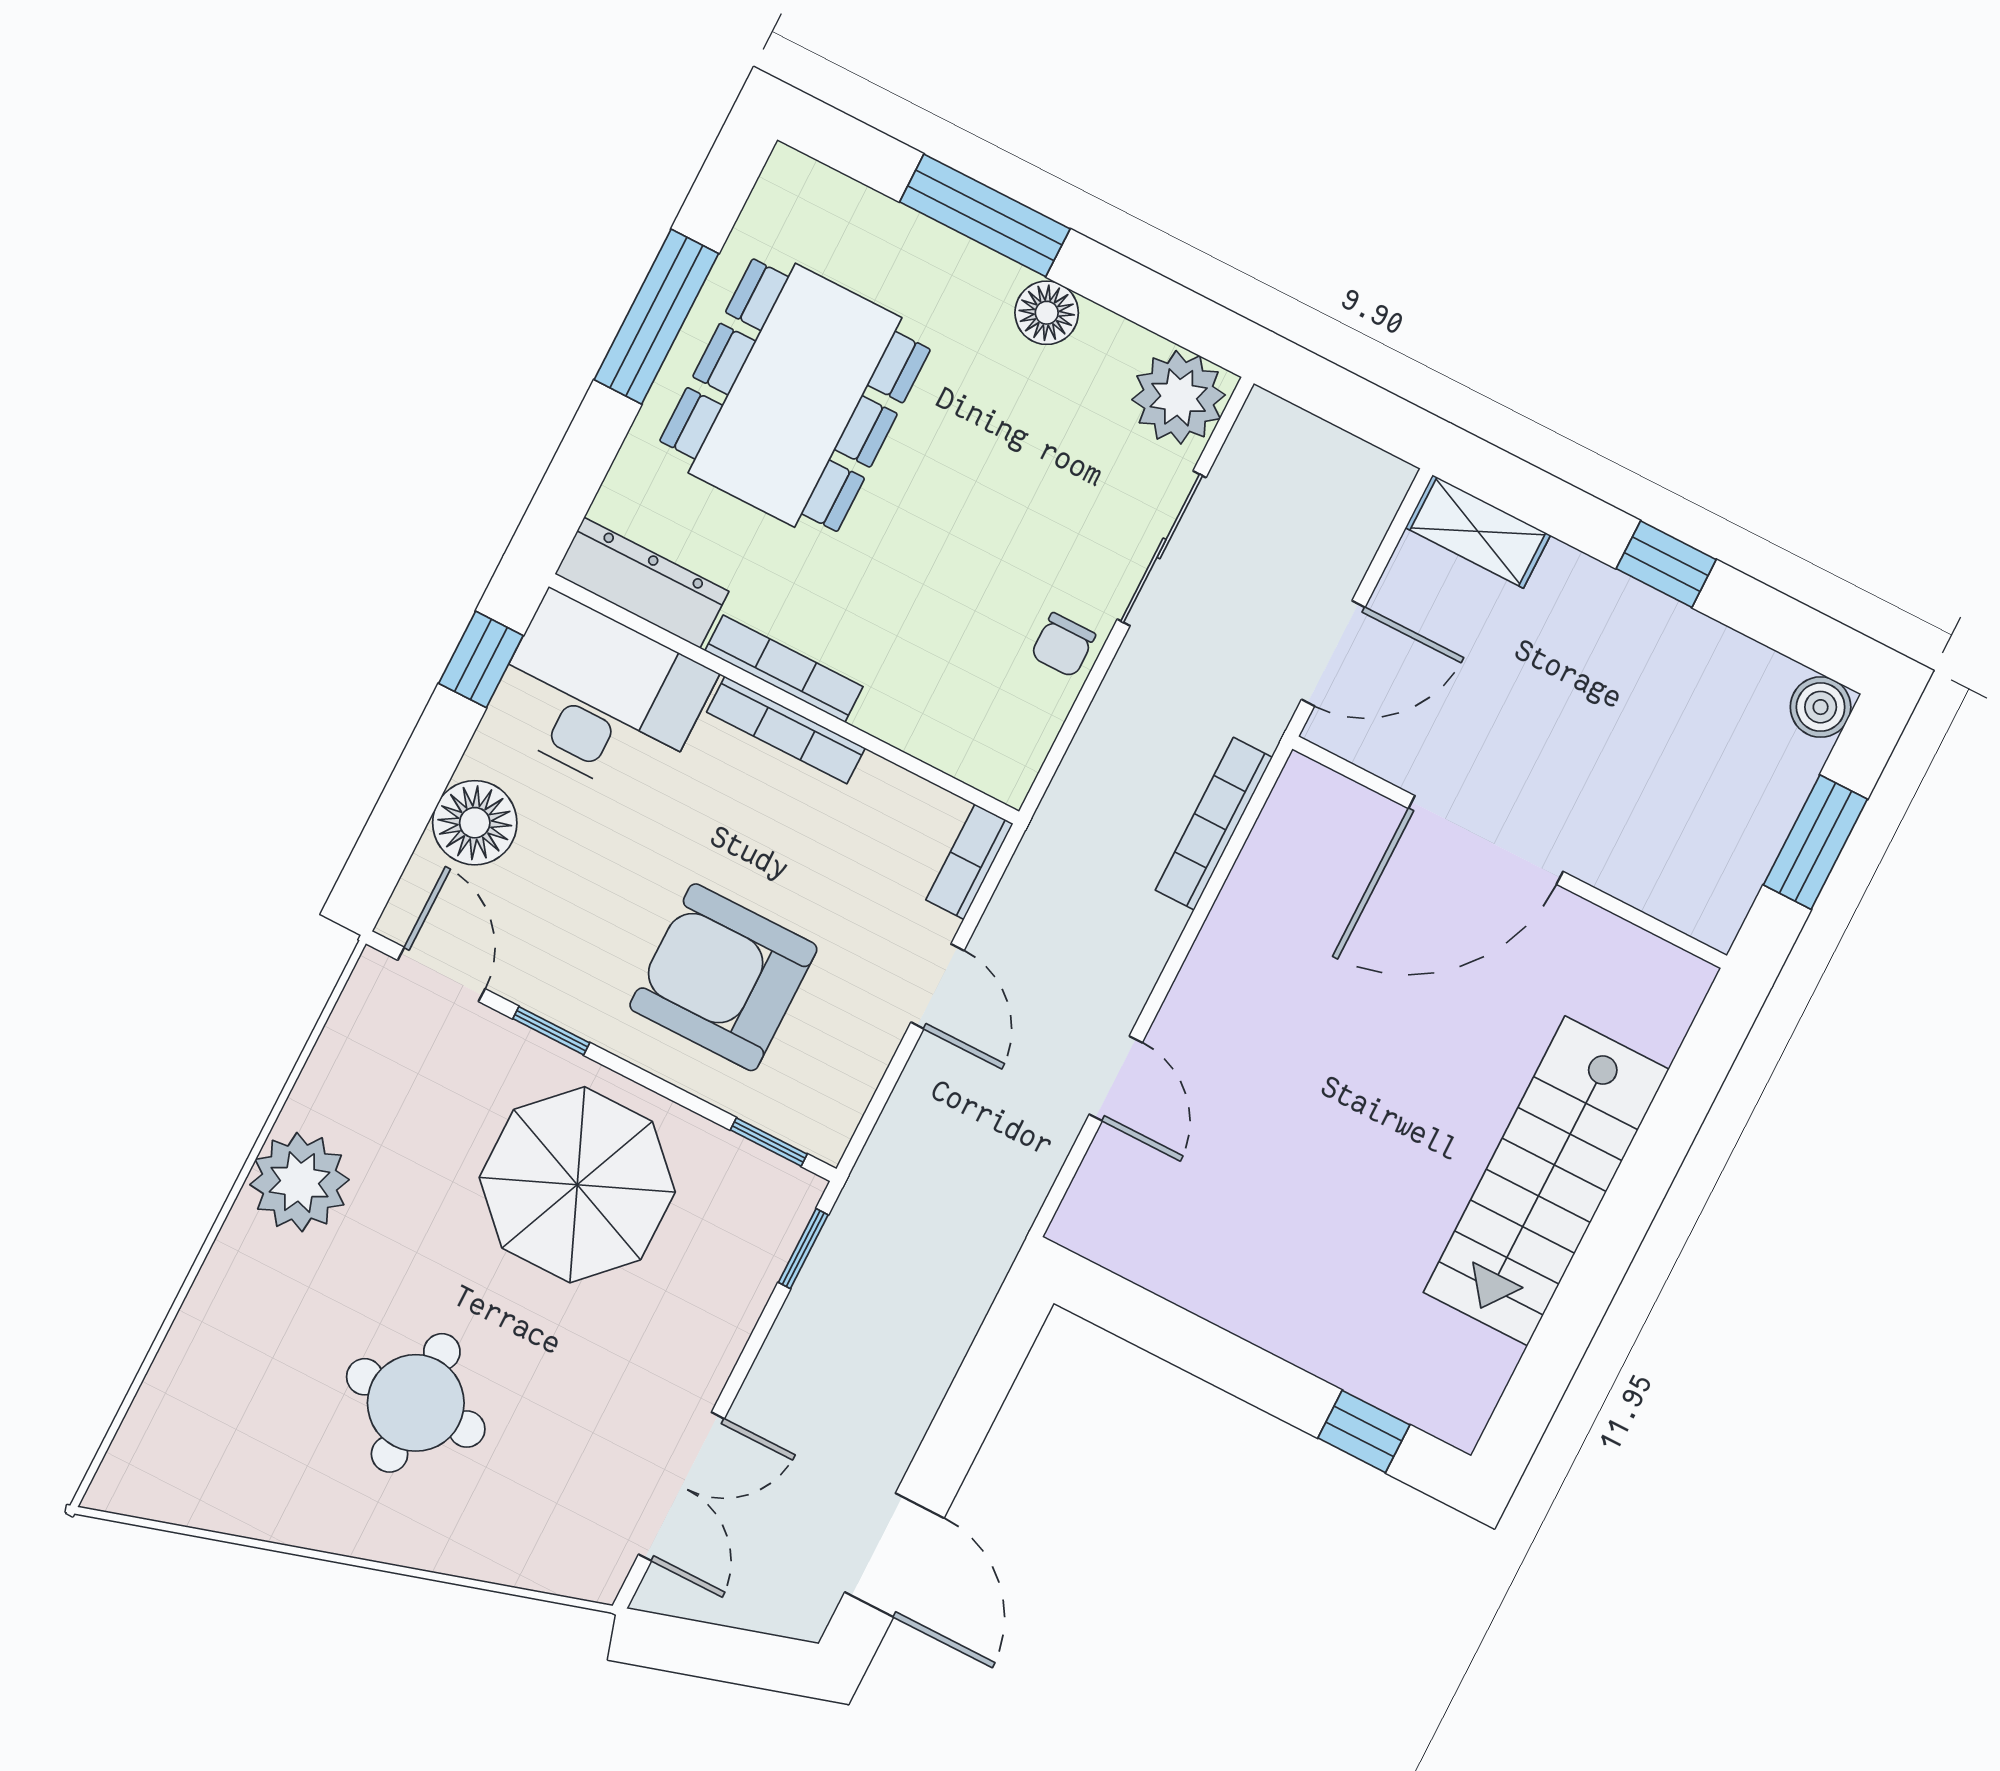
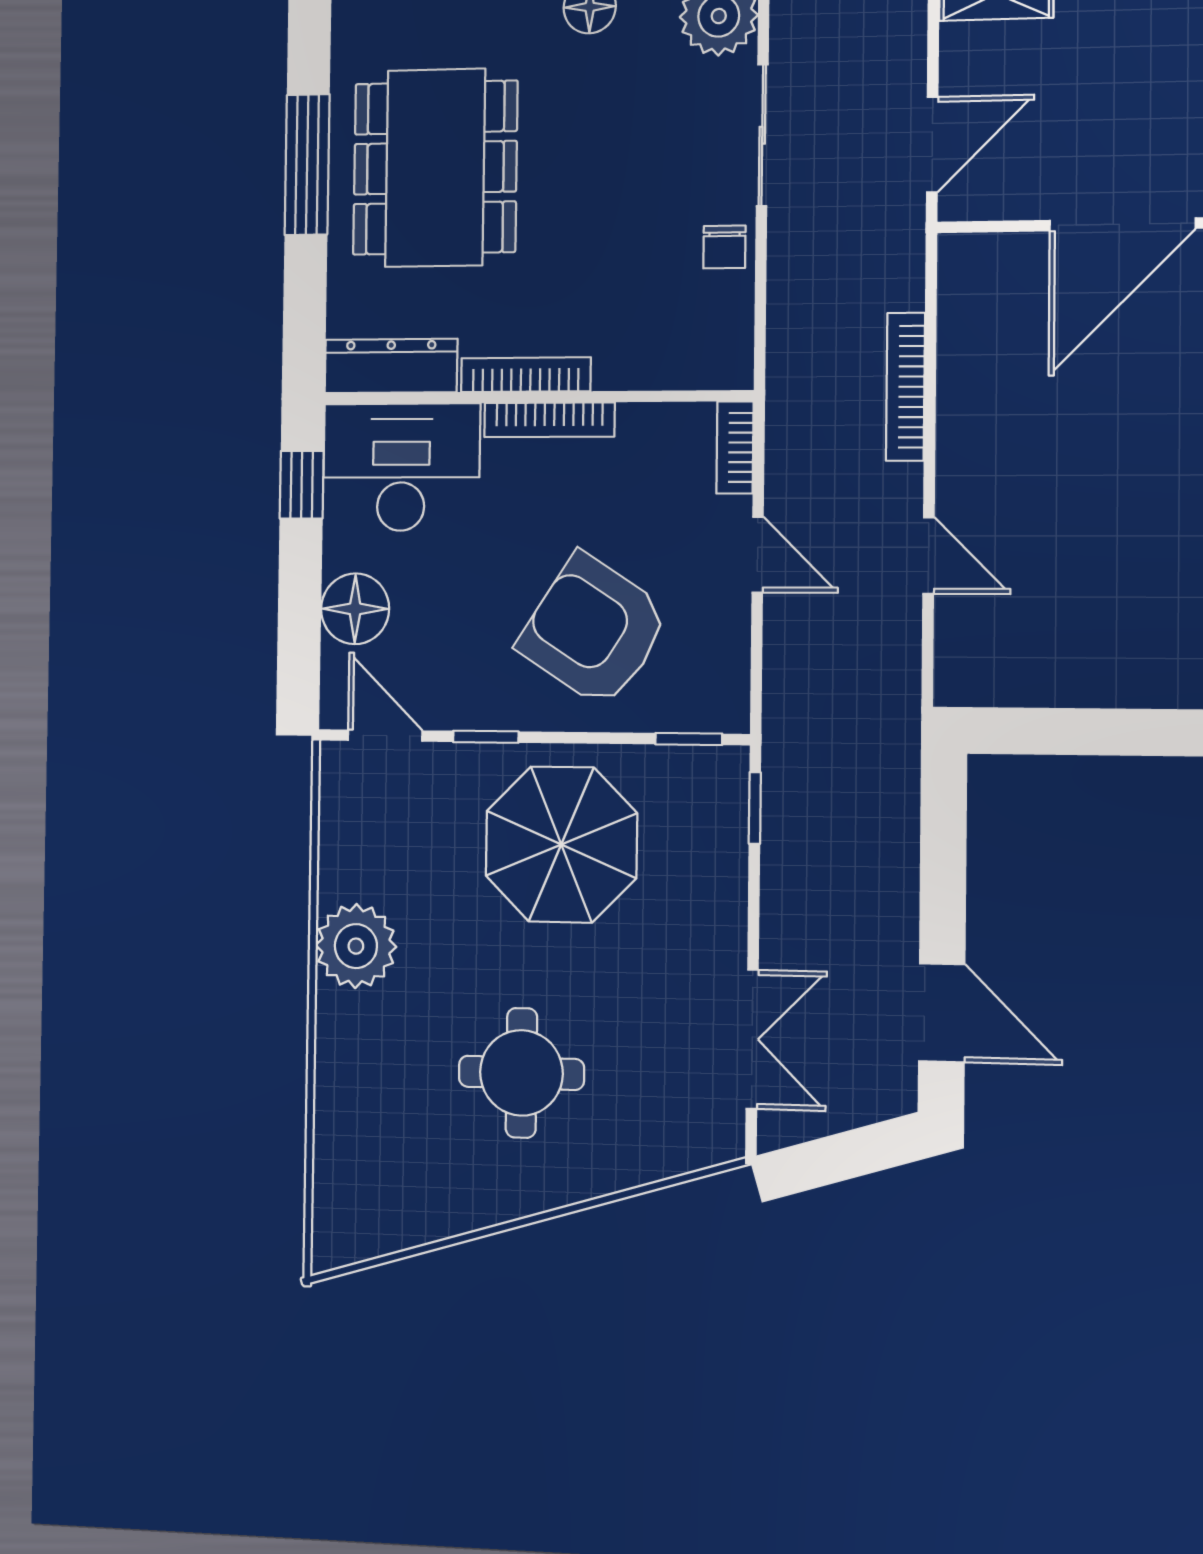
bookcase: (1214, 824) -> (905, 387), moved
armchair: (723, 977) -> (594, 630), turned 33

